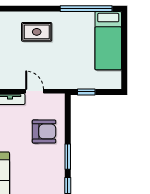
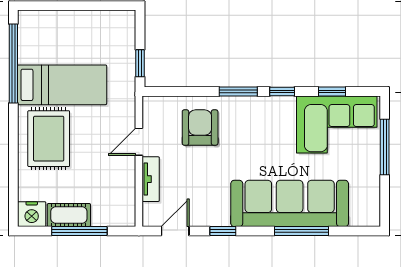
rug: (37, 32) -> (49, 139), width x1.36, depth x1.43
bed: (108, 41) -> (62, 85), moved

